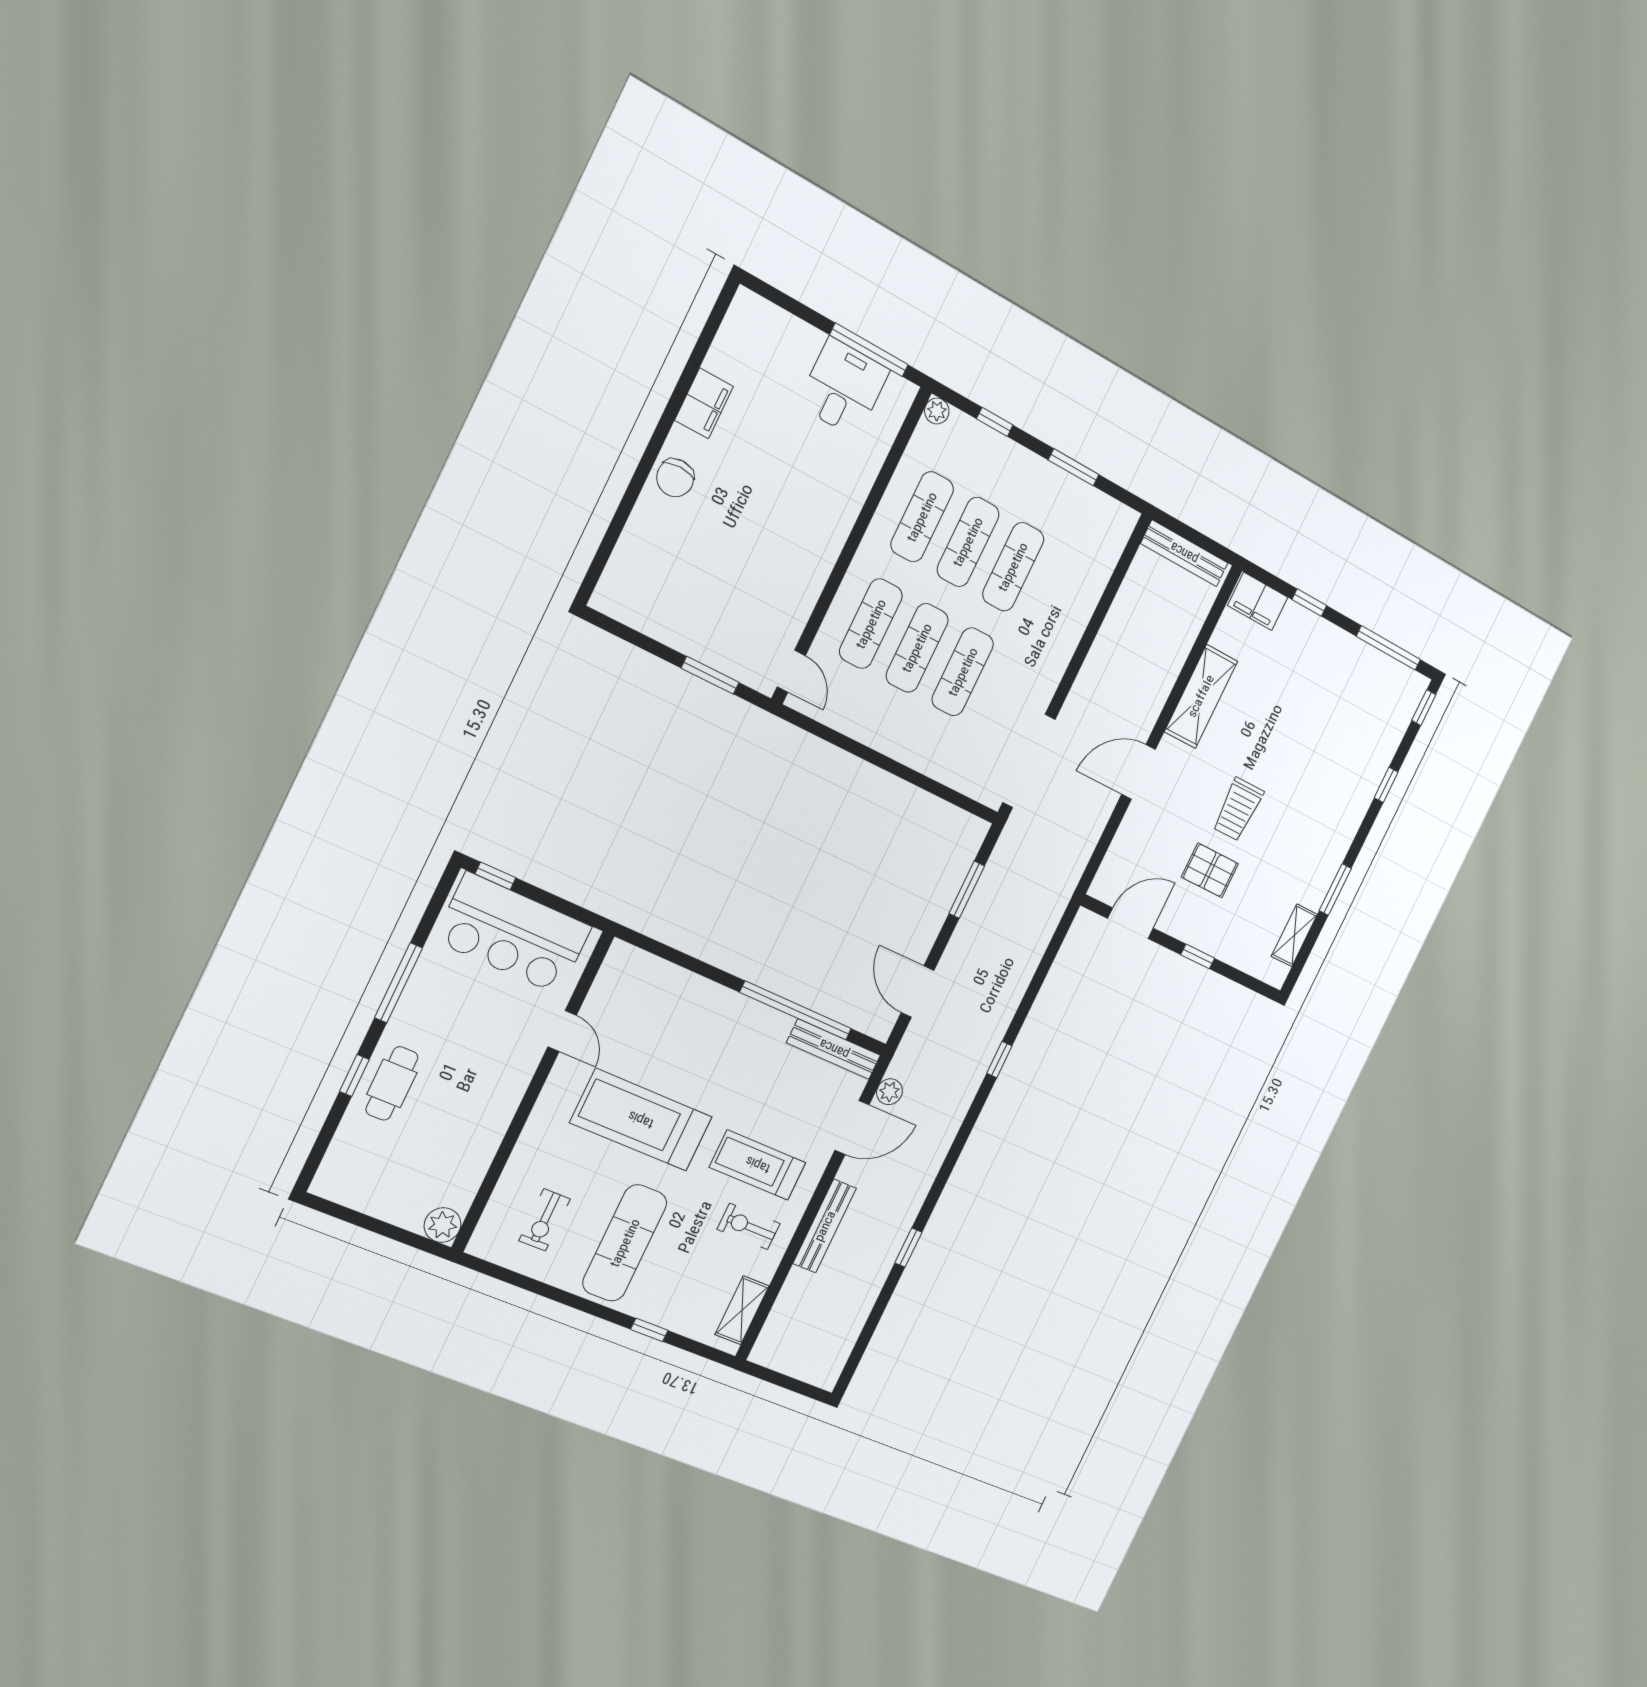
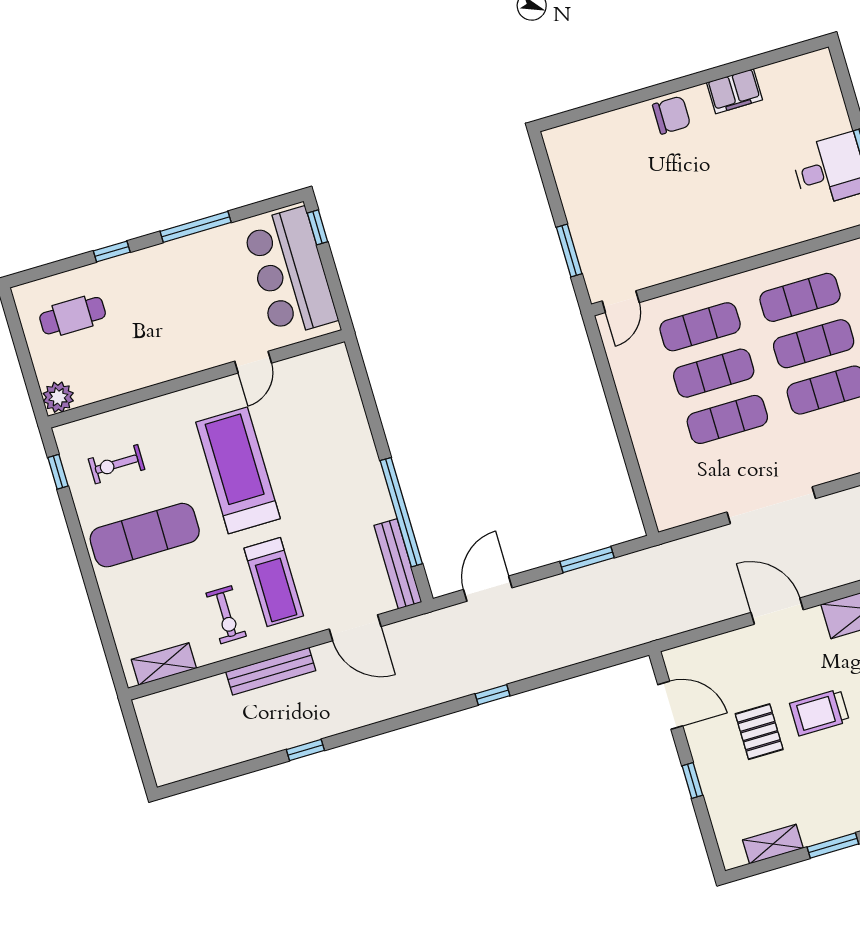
chair: (675, 478) -> (672, 115), turned 180
doorway: (1029, 761) -> (771, 505), moved
cafe table: (392, 1083) -> (73, 316), moved
plant: (889, 1092) -> (402, 633), removed
treadmill: (758, 1165) -> (274, 582), turned 180
exercise bike: (749, 1226) -> (226, 615), turned 180
window: (649, 1330) -> (58, 472), moved

